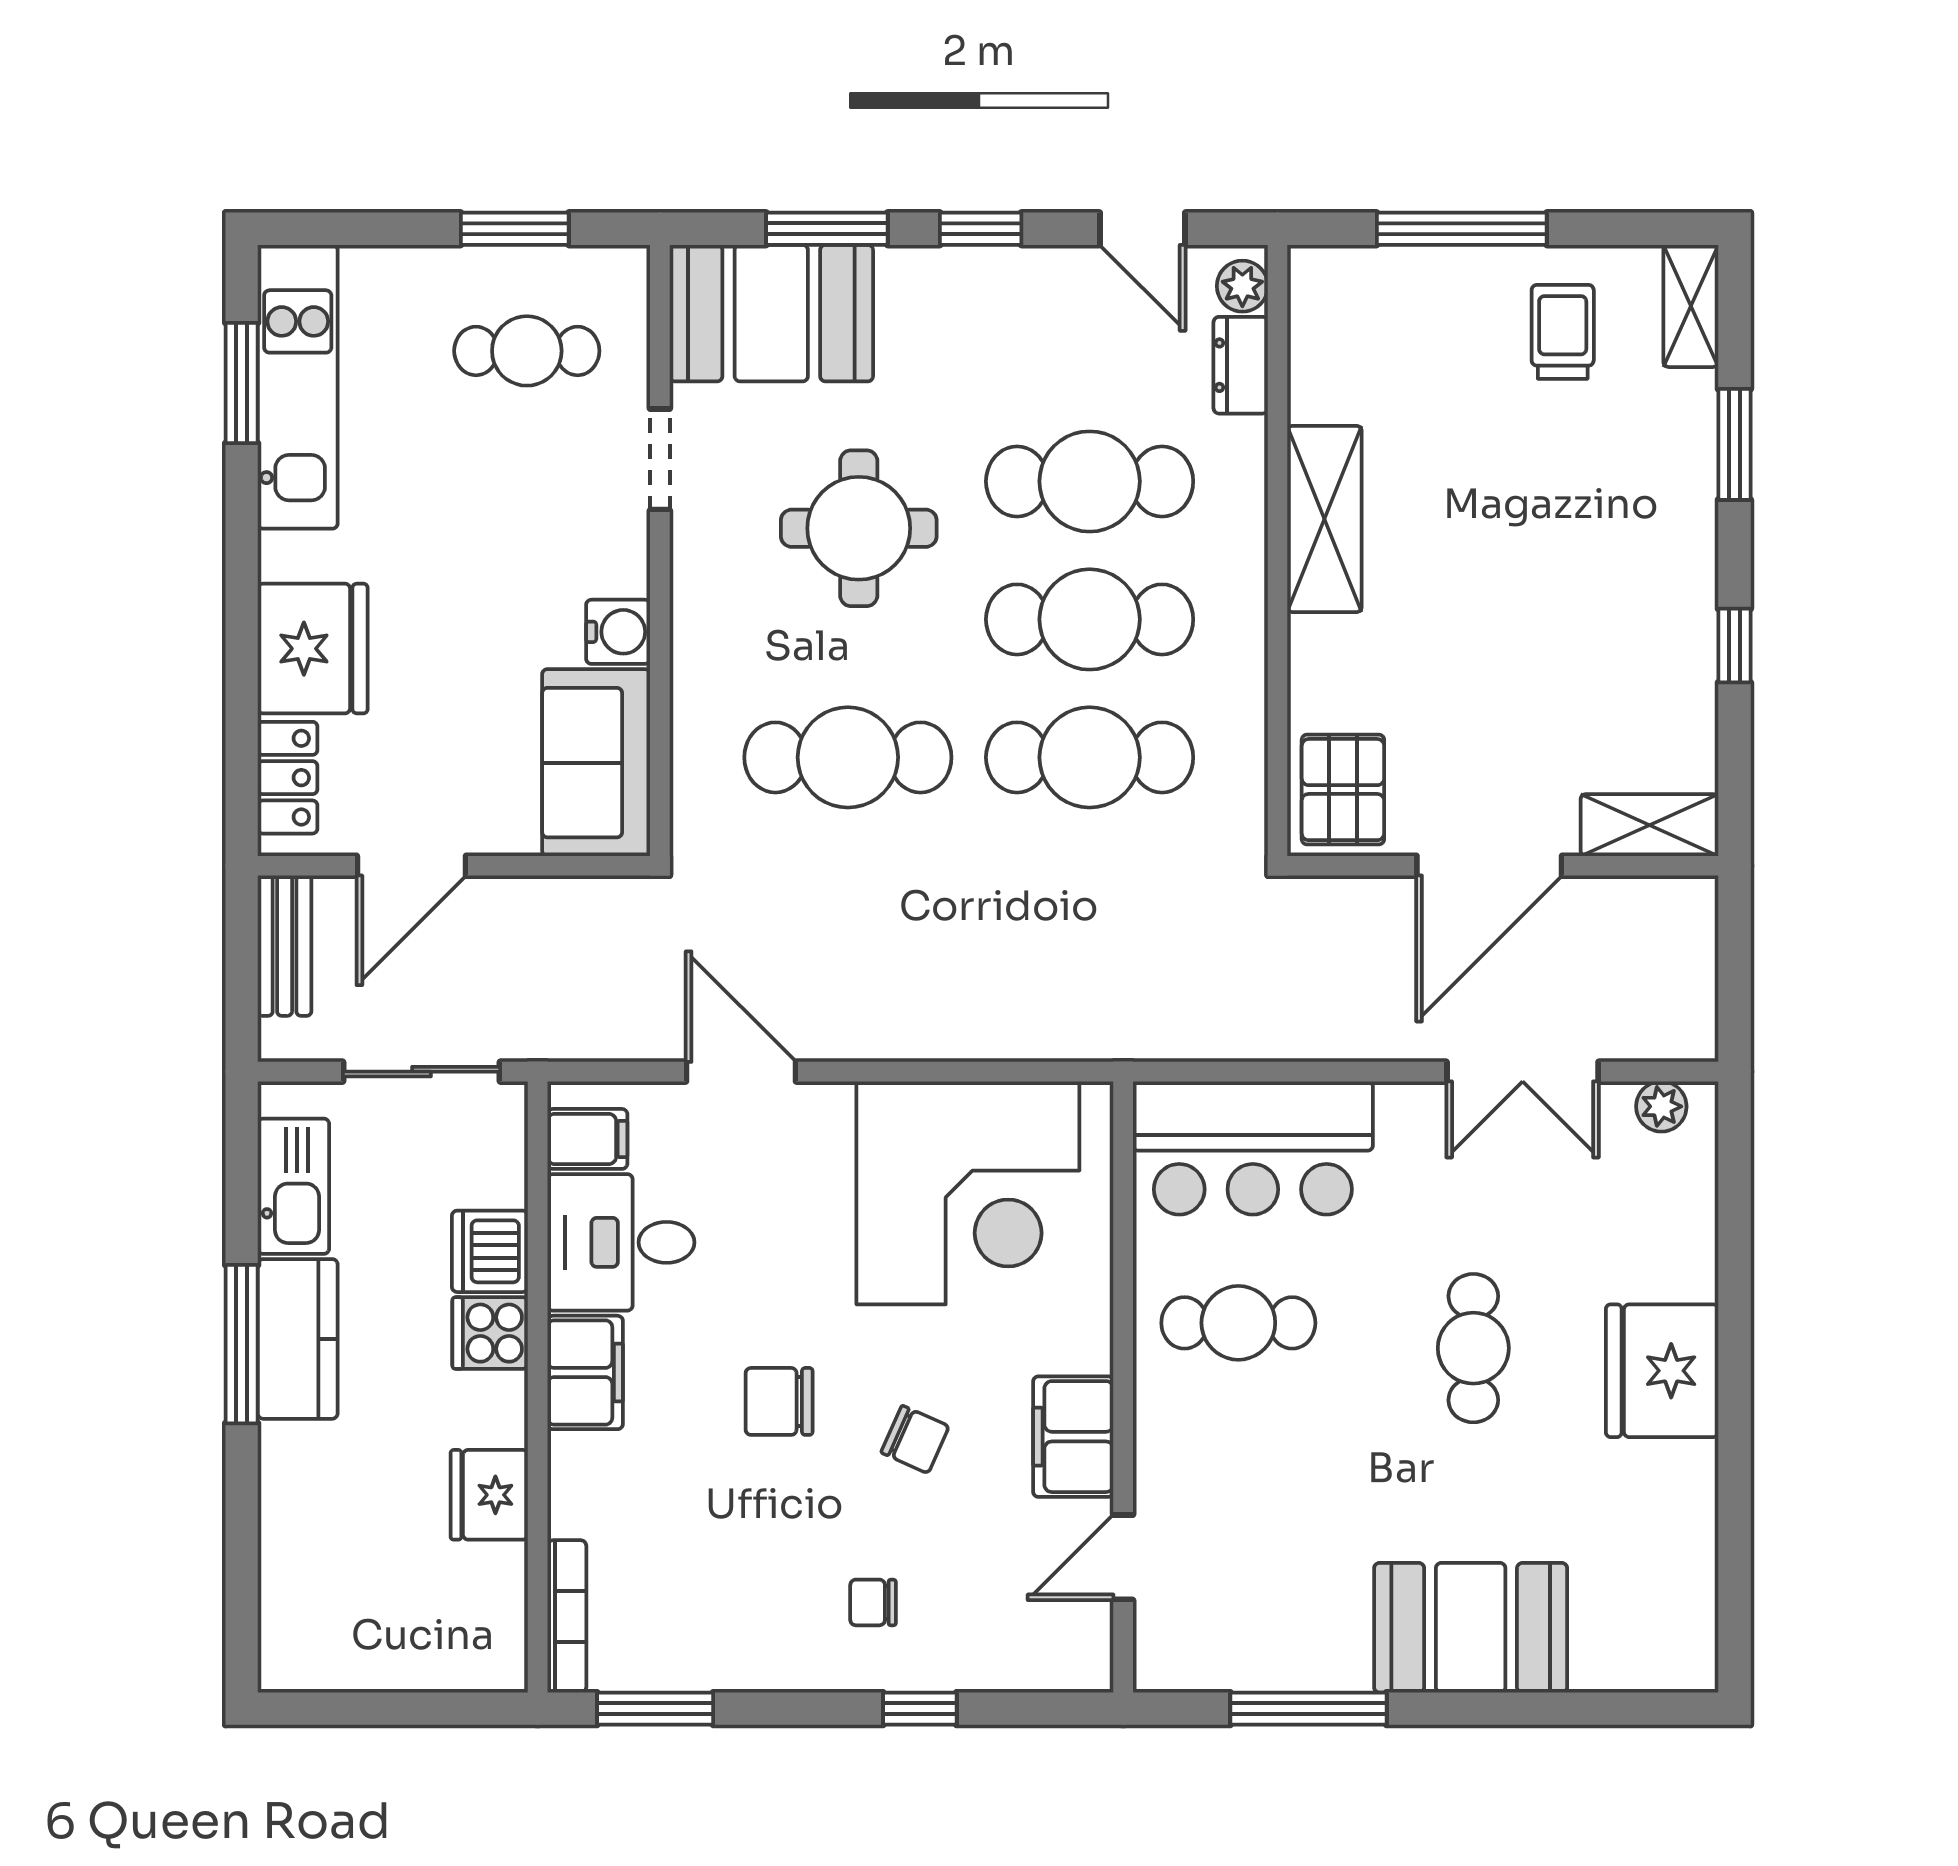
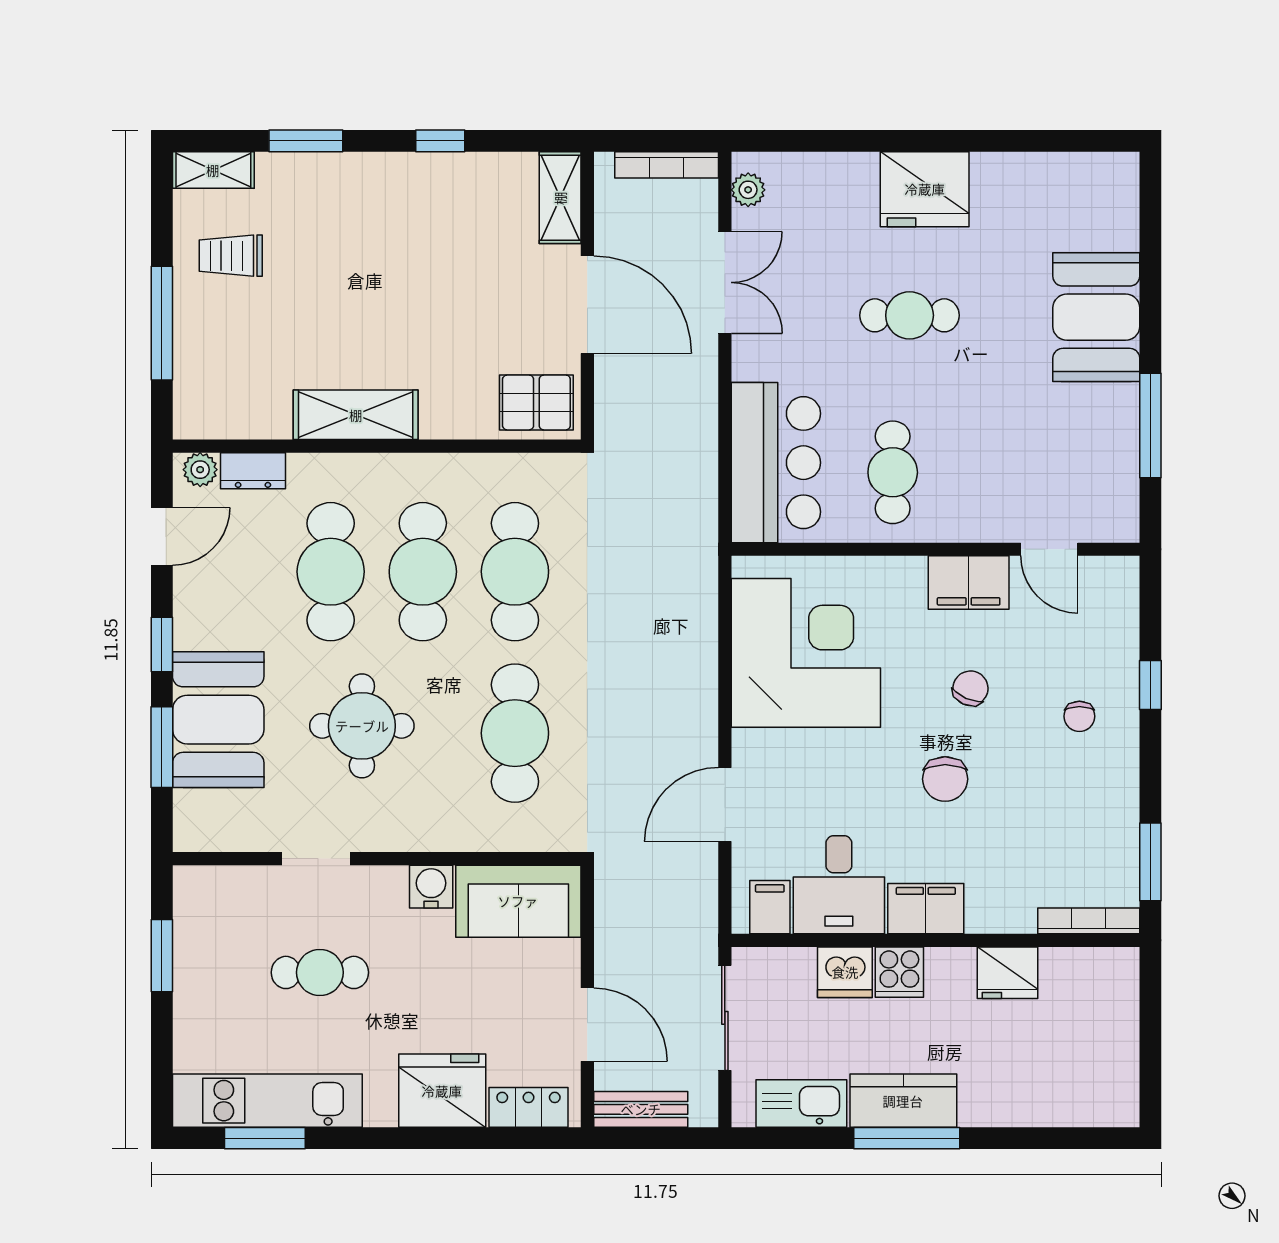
booth: (771, 313) -> (218, 720), moved
cafe table: (527, 351) -> (320, 972), moved, turned 90
bookcase: (1698, 984) -> (667, 165), added

